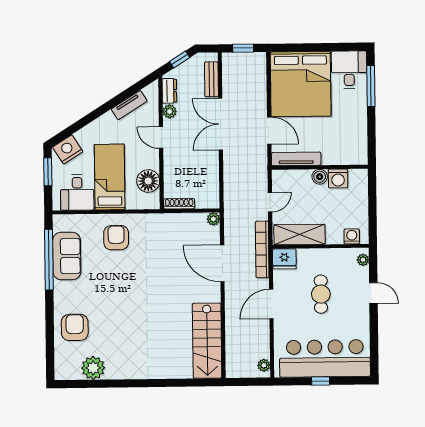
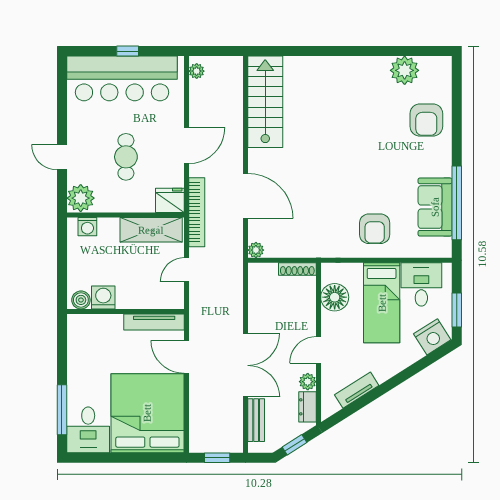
door: (161, 138) -> (318, 350), swing flipped
boiler: (320, 177) -> (81, 300), moved
plant: (363, 260) -> (81, 198), width x1.88, depth x1.88

